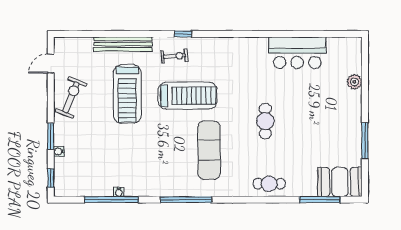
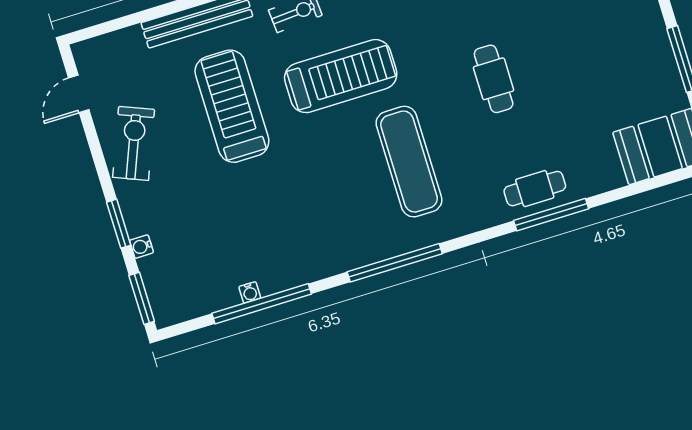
treadmill: (127, 94) -> (232, 106), turned 180
window: (51, 178) -> (142, 298), width x1.50
water cooler: (119, 192) -> (250, 292), moved
window: (320, 200) -> (551, 215), moved

